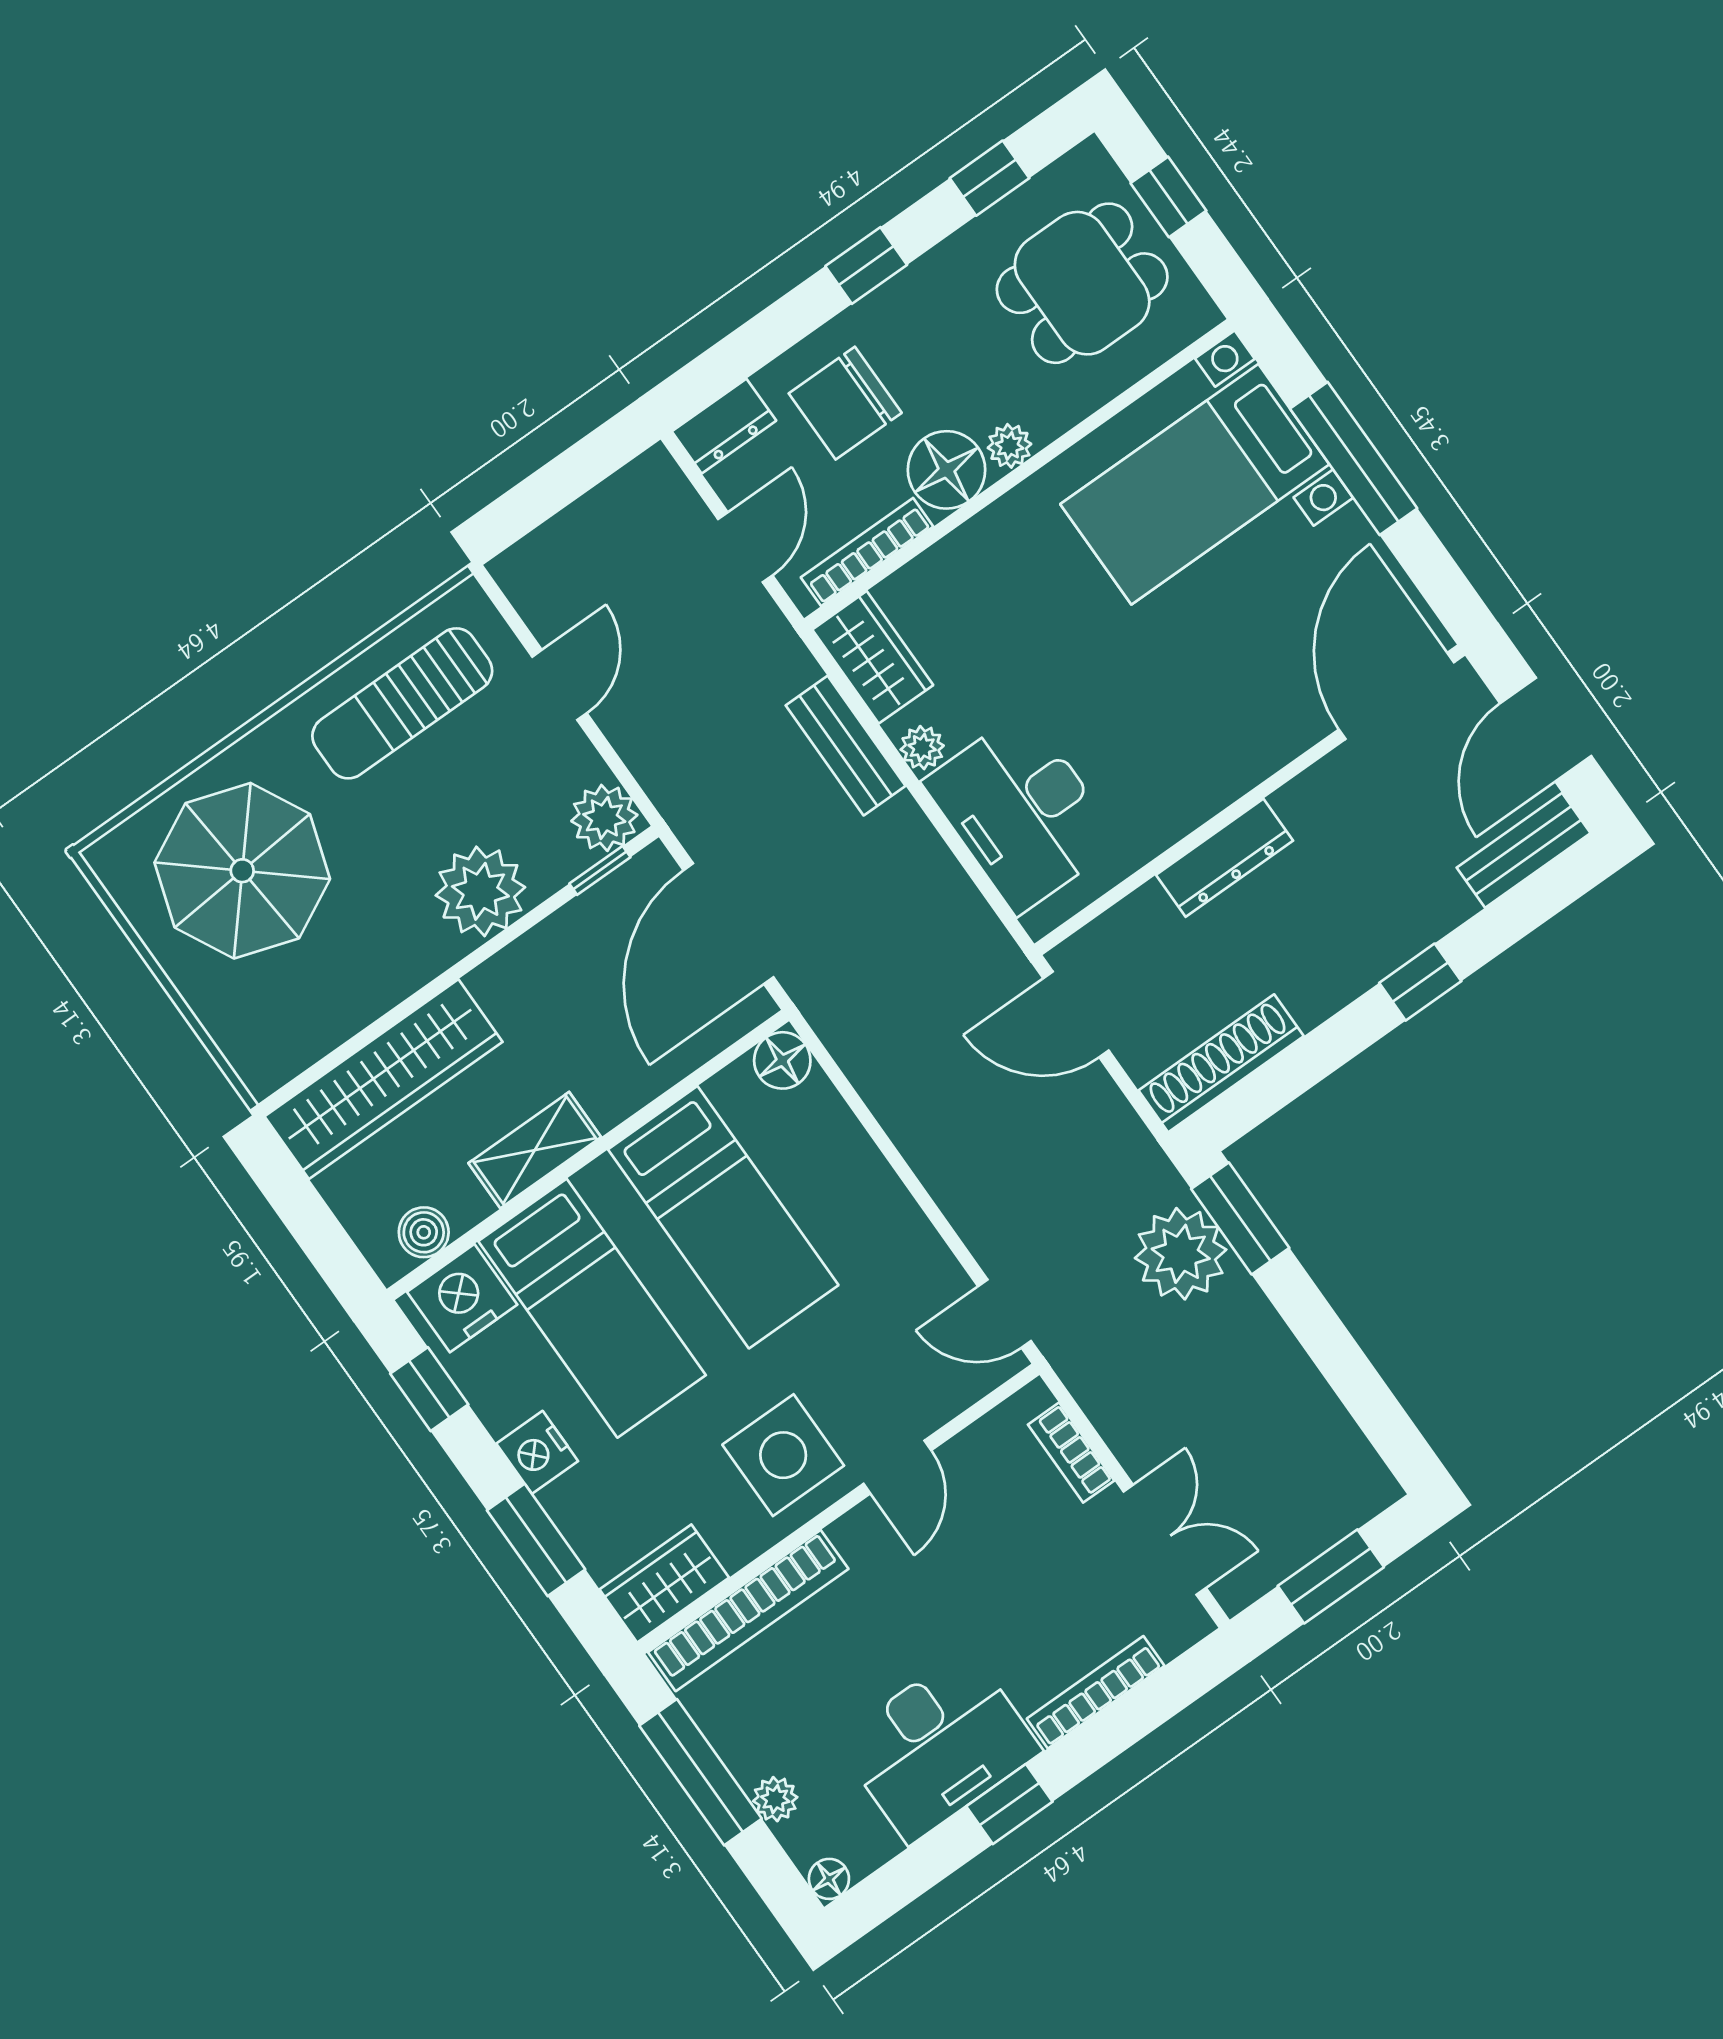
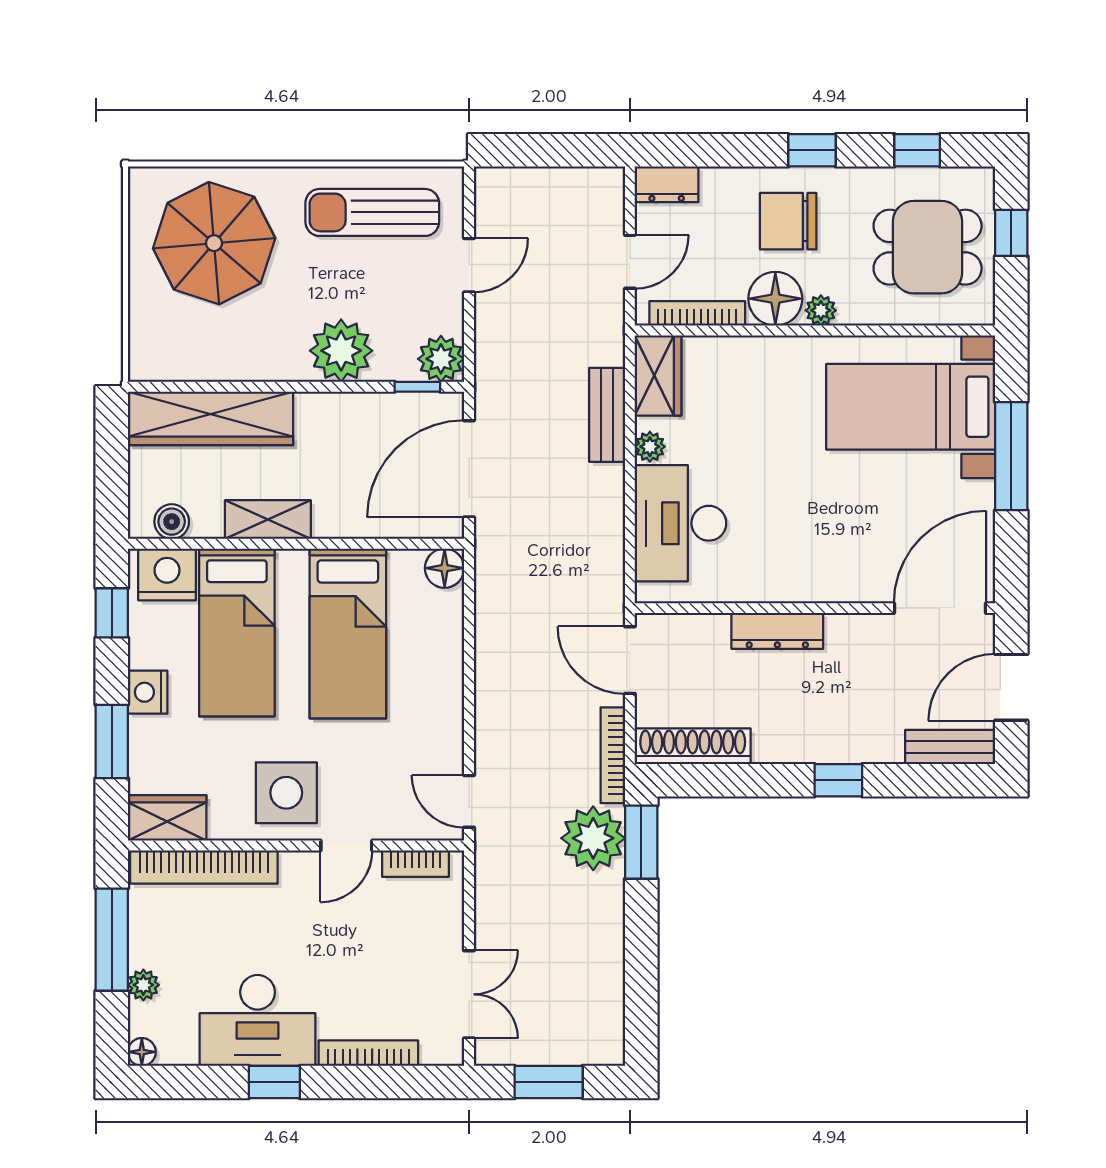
chair: (845, 403) -> (788, 221), moved
bookcase: (1135, 1140) -> (613, 755), added
bookcase: (1071, 1453) -> (415, 864), moved, turned -90

